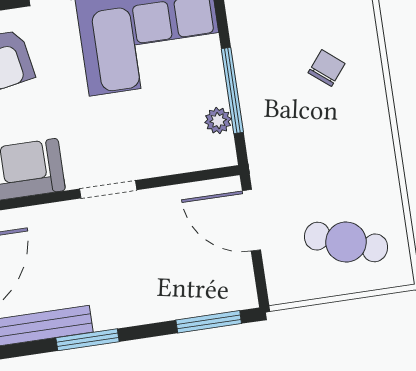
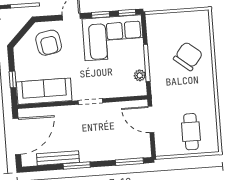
chair: (327, 68) -> (188, 56), width x1.87, depth x1.87
cafe table: (346, 242) -> (191, 132), turned 70

